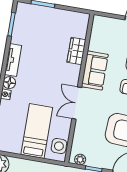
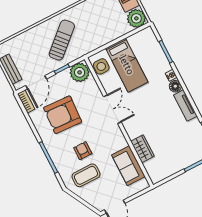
sofa: (95, 71) -> (128, 166), moved
plant: (80, 159) -> (80, 72), width x1.88, depth x1.88

